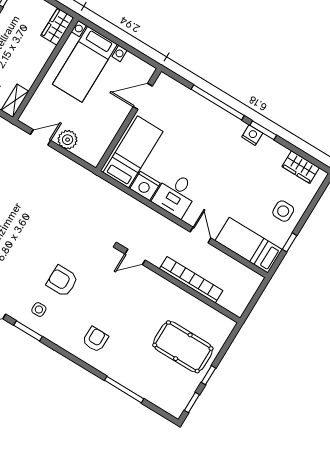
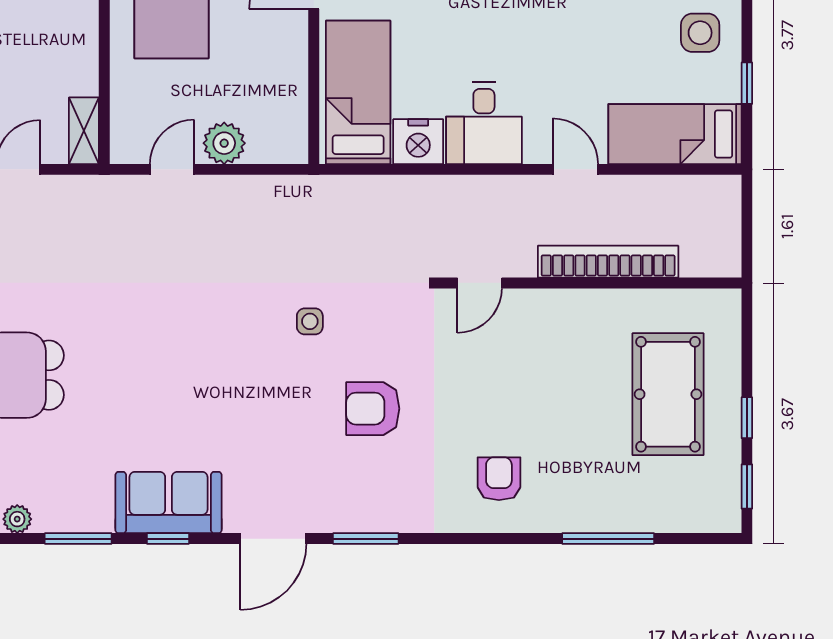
side table: (39, 310) -> (310, 321), moved
pool table: (183, 347) -> (668, 394), turned 90

